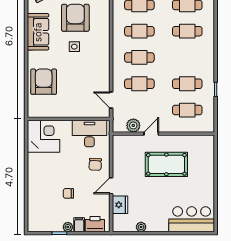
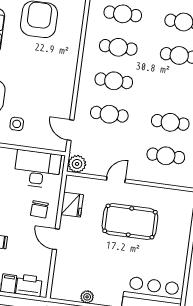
side table: (74, 47) -> (17, 124), moved
plant: (133, 125) -> (77, 164), moved
door: (111, 186) -> (56, 239), hinge flipped
fridge: (120, 205) -> (72, 205), moved

